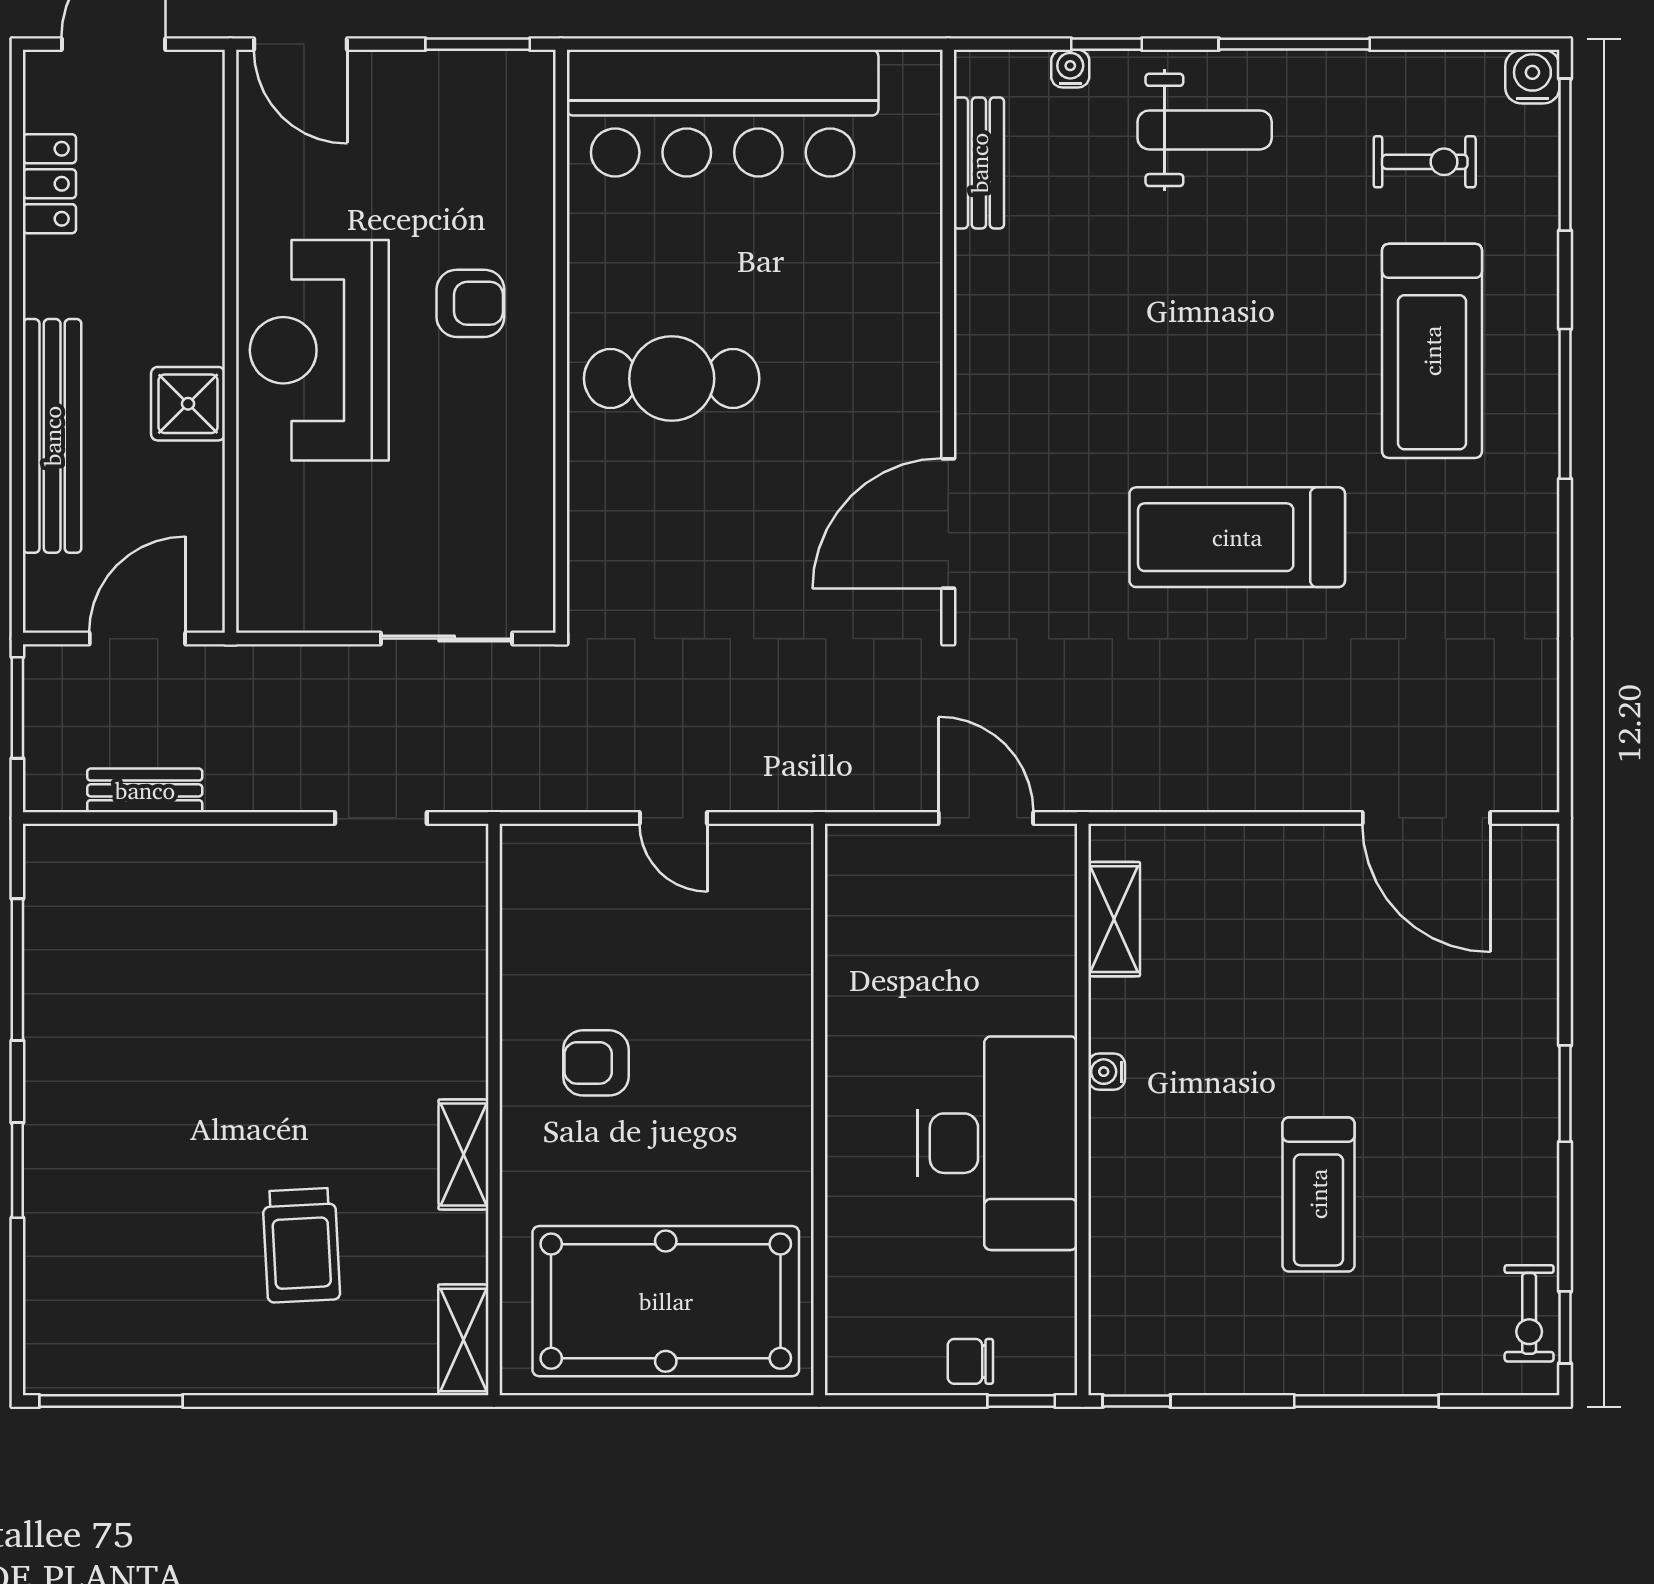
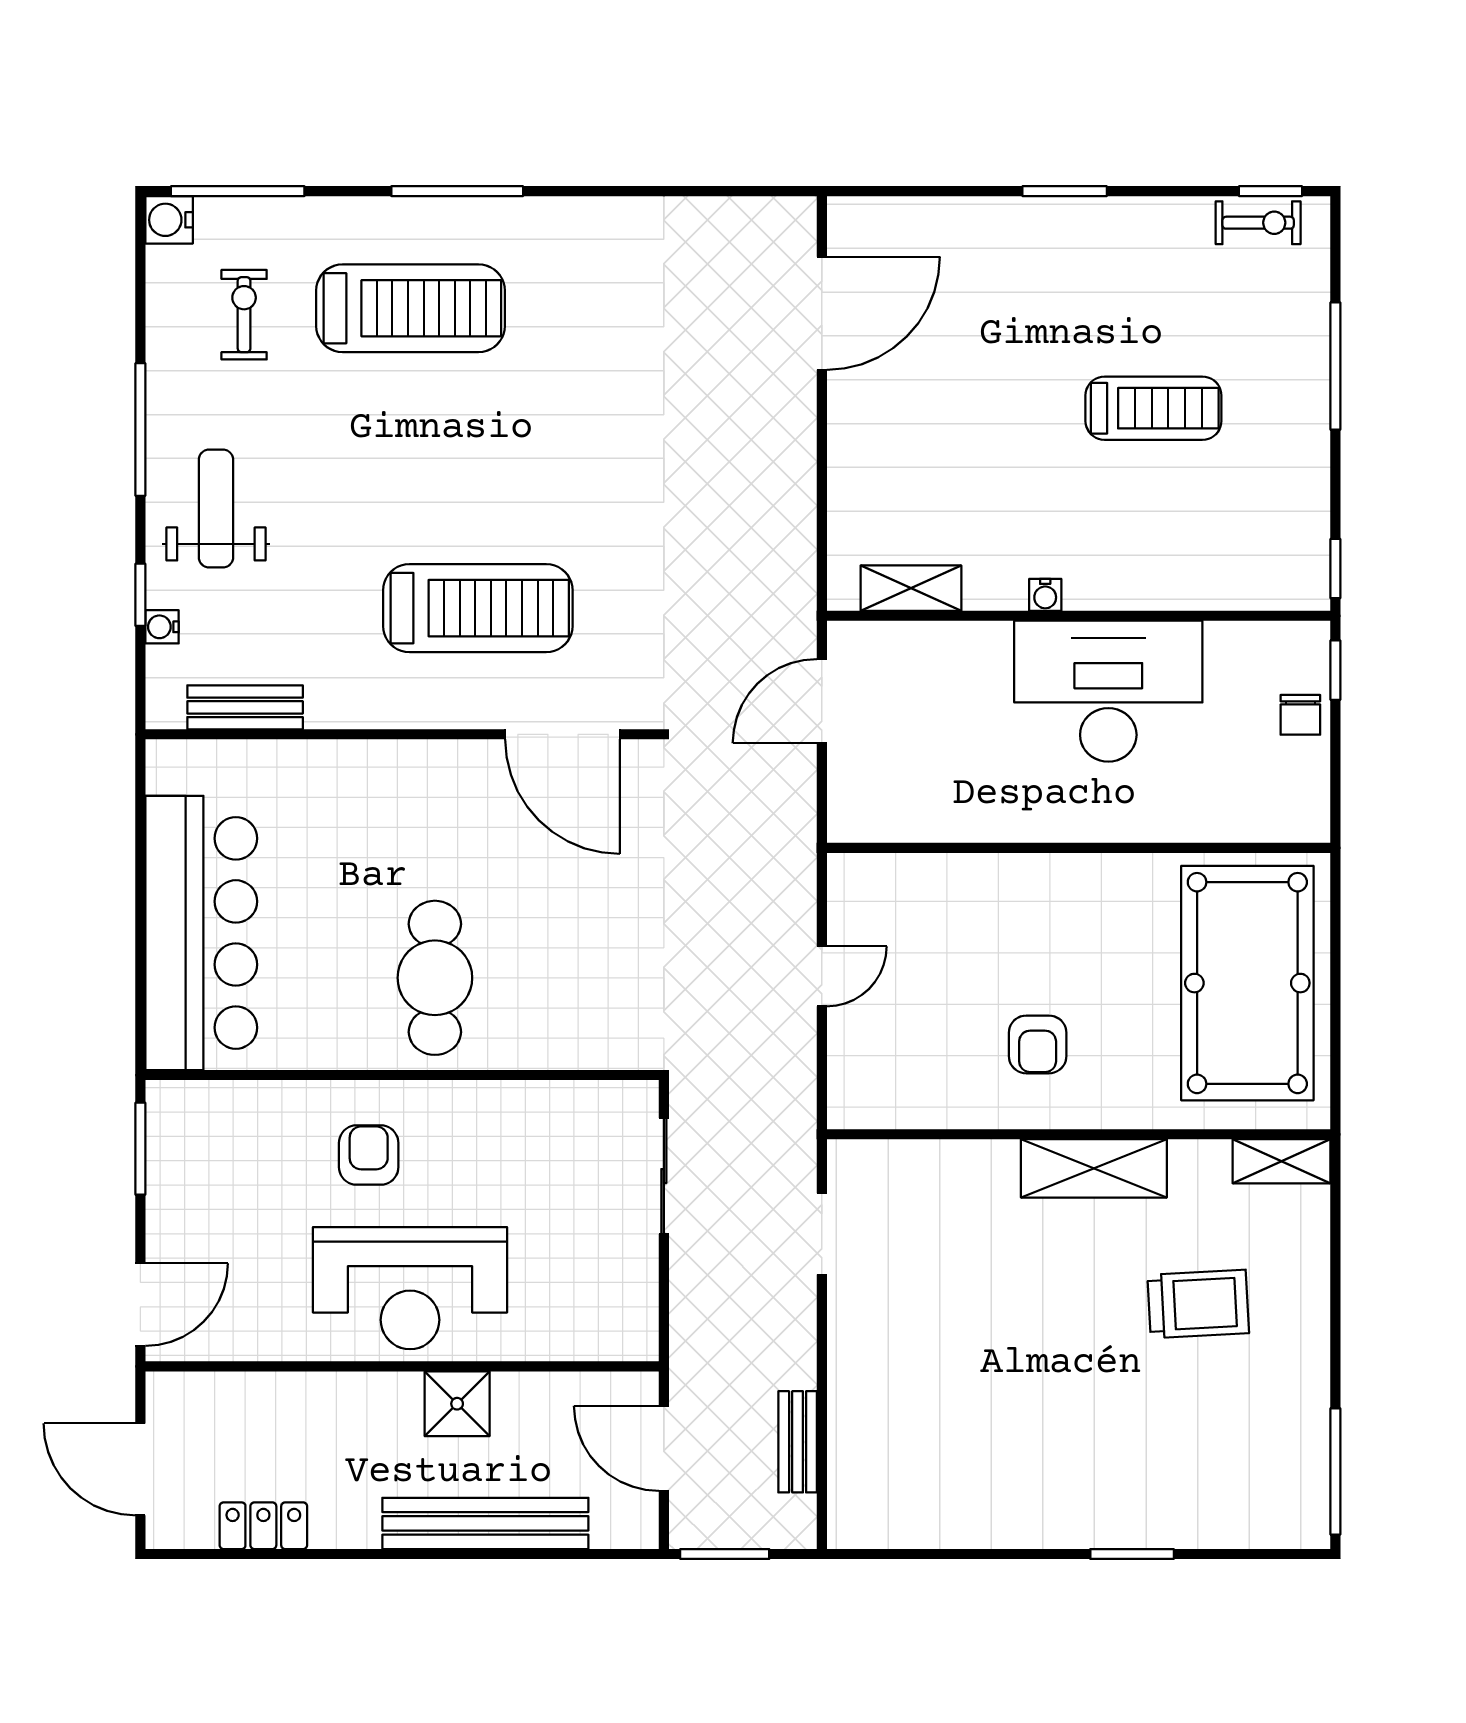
treadmill: (1237, 537) -> (478, 608), moved, turned -90
window: (17, 970) -> (955, 1554), removed
shelving: (464, 1154) -> (1094, 1168), width x1.50, depth x1.33

